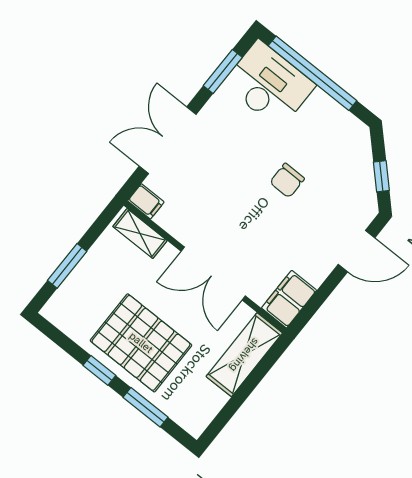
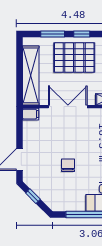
filing cabinet: (289, 299) -> (31, 114), width x0.50
shelving: (244, 355) -> (31, 75), width x1.47

